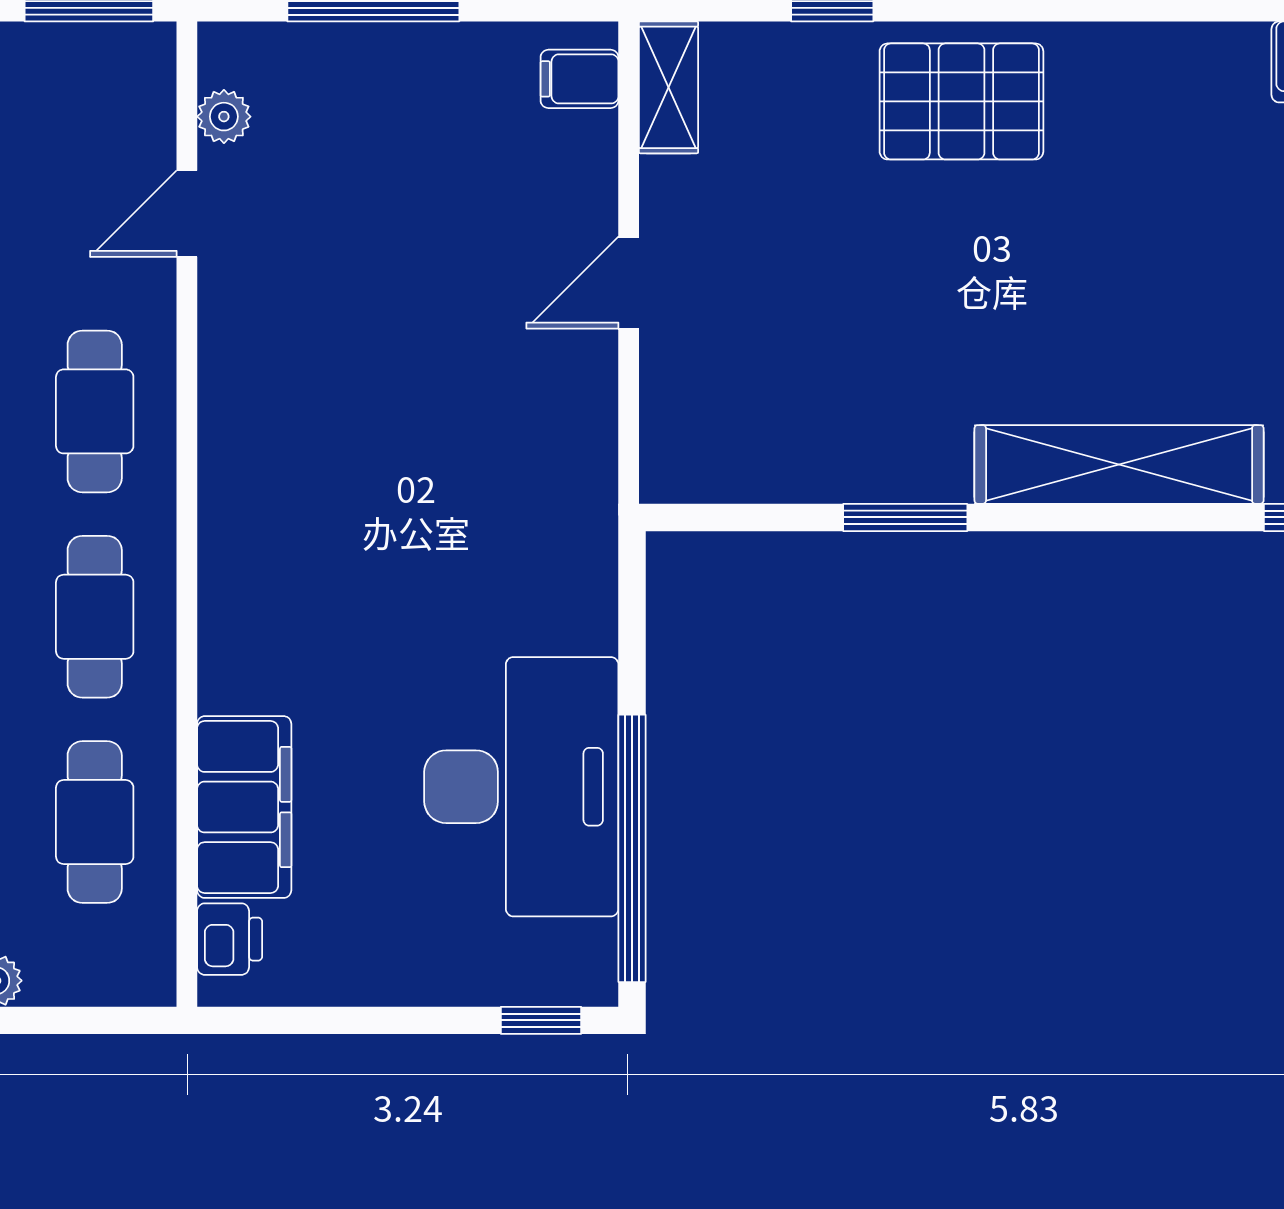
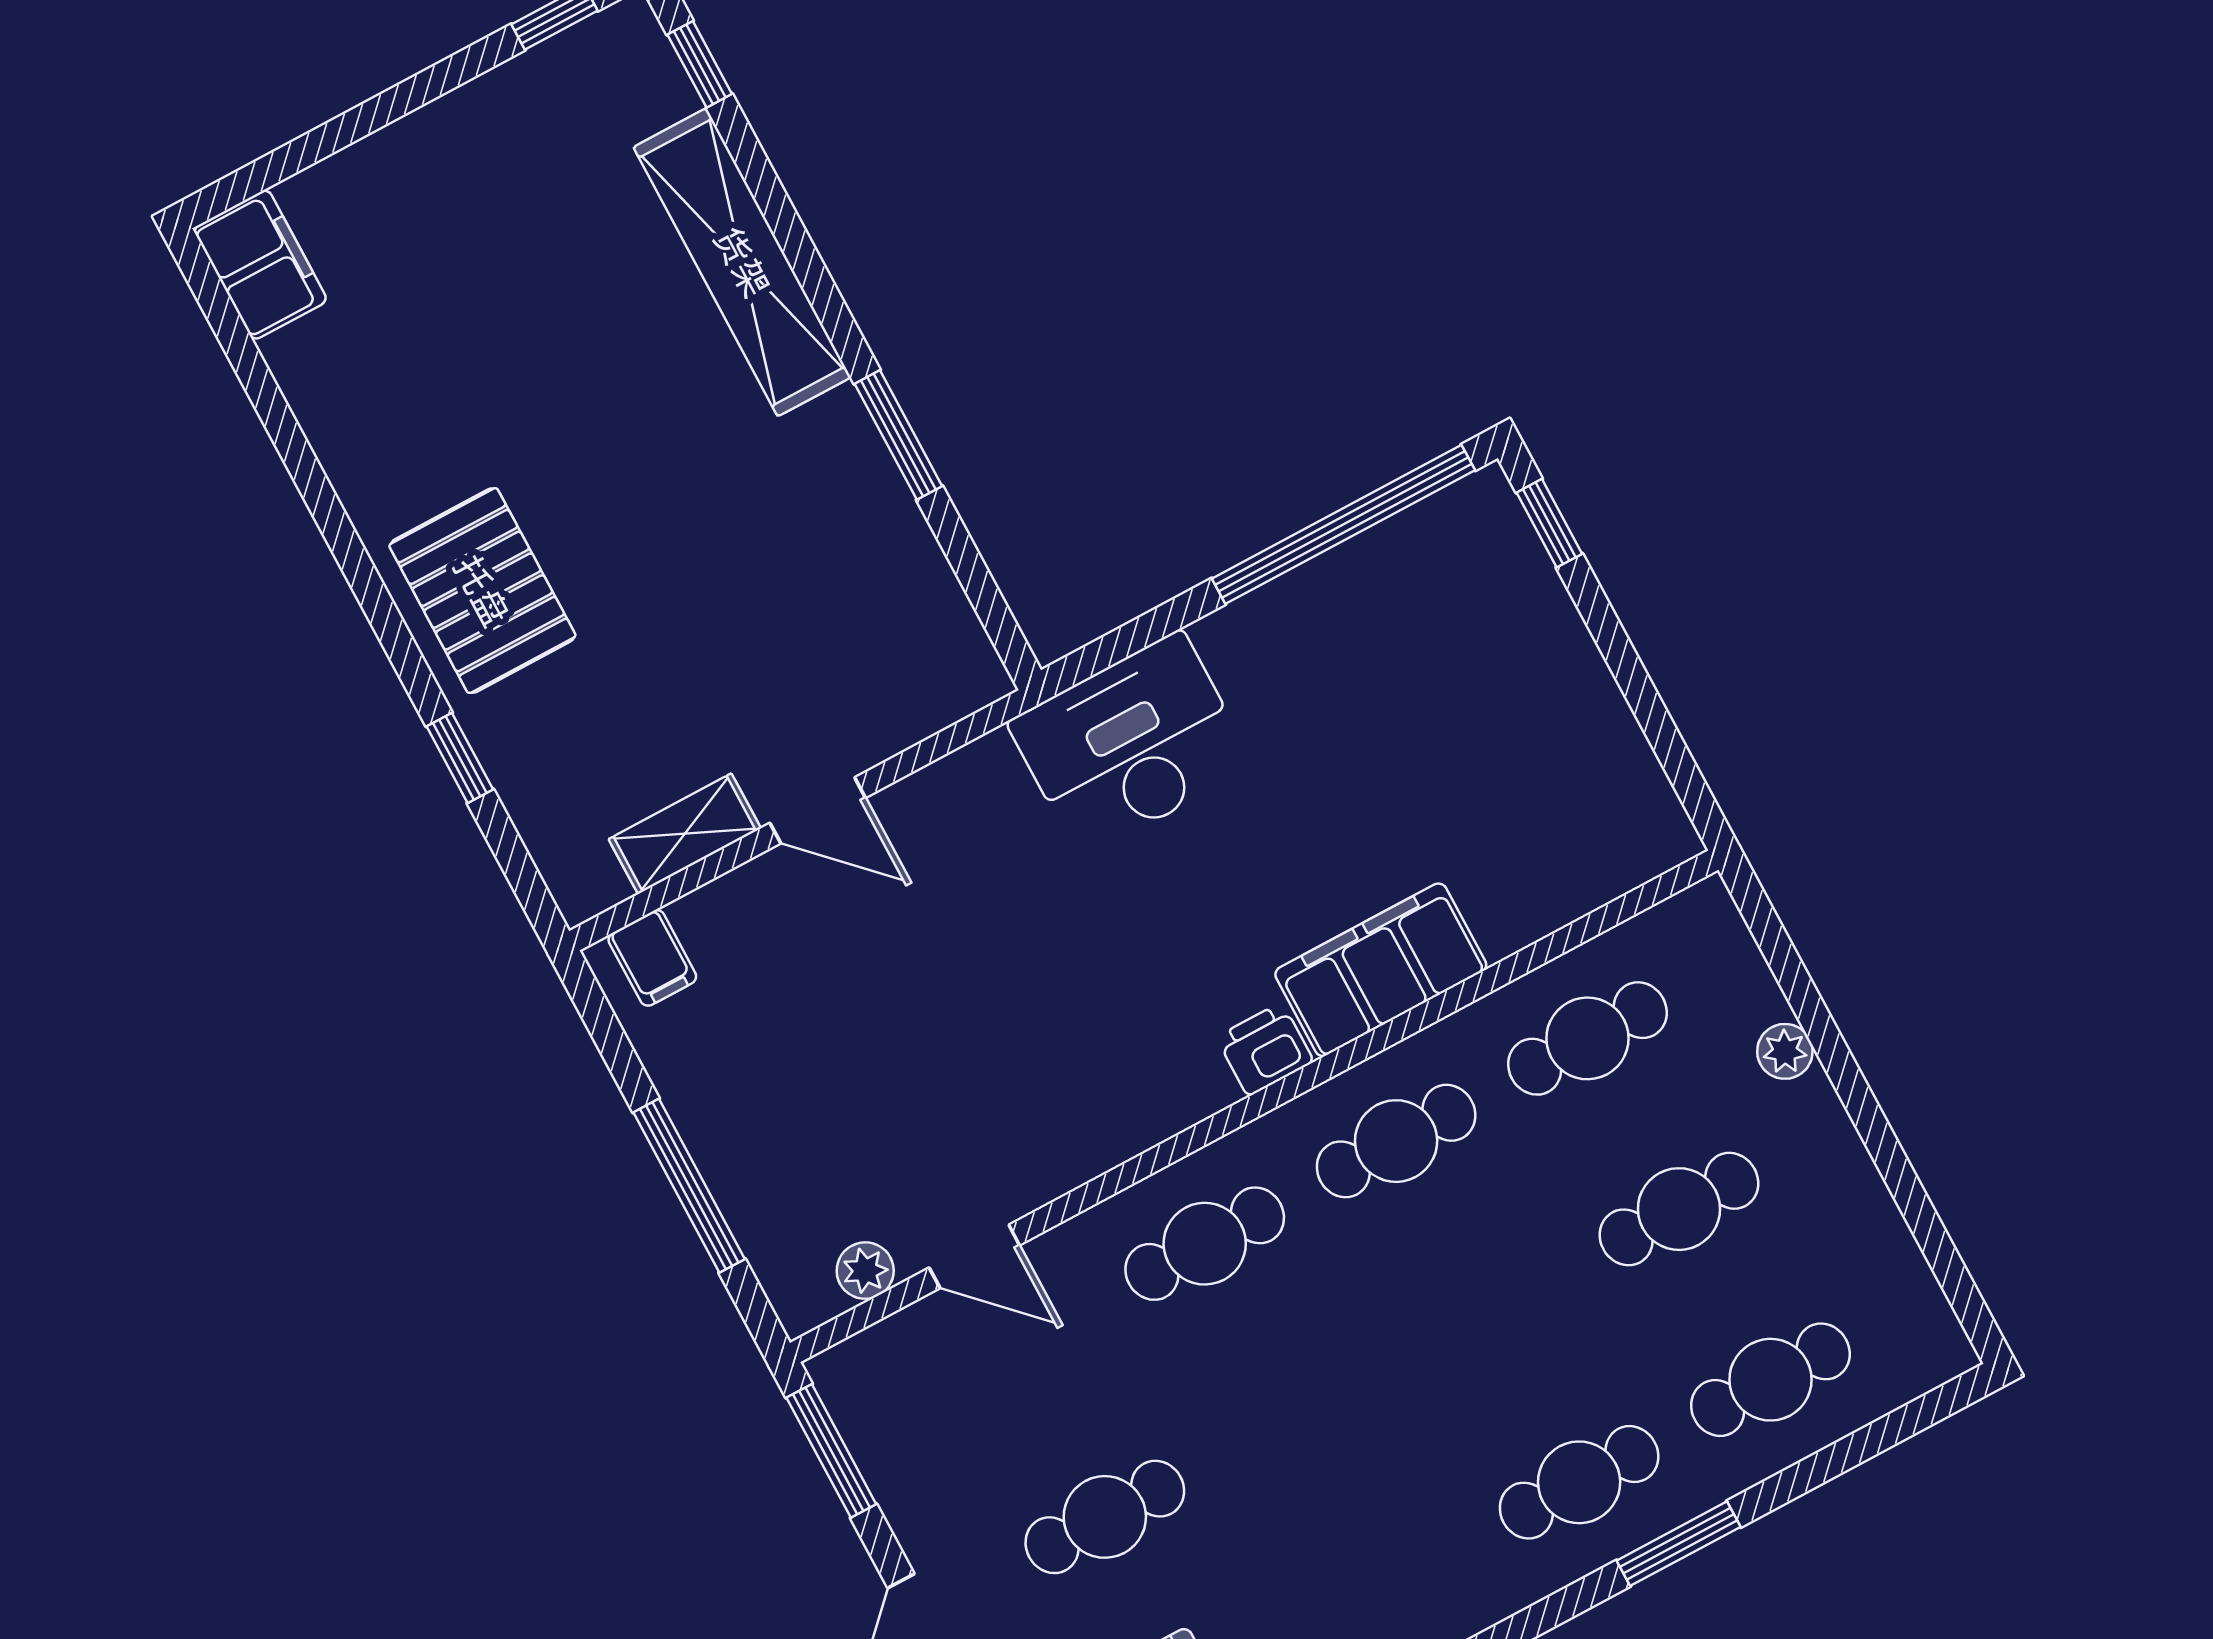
shelving: (668, 87) -> (685, 834), moved
desk: (521, 787) -> (1131, 744), moved, width x0.73, depth x0.77
filing cabinet: (244, 807) -> (1381, 970), moved
printer: (230, 939) -> (1265, 1049), moved

